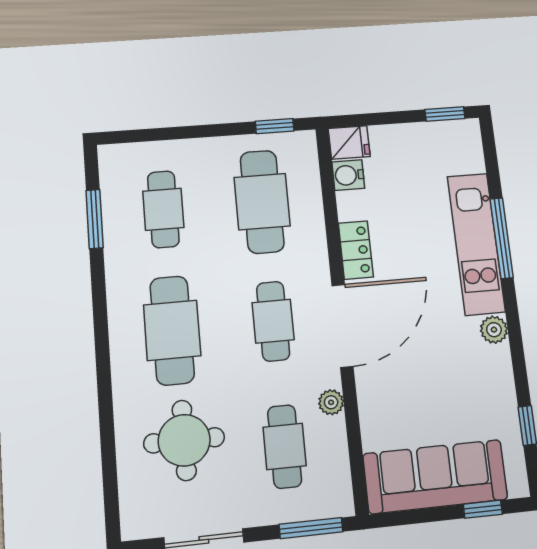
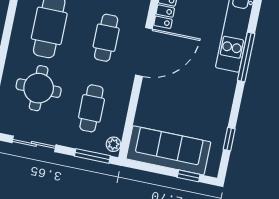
window: (502, 238) -> (246, 57), moved
plant: (494, 330) -> (229, 80), removed
plant: (331, 402) -> (113, 144), moved

